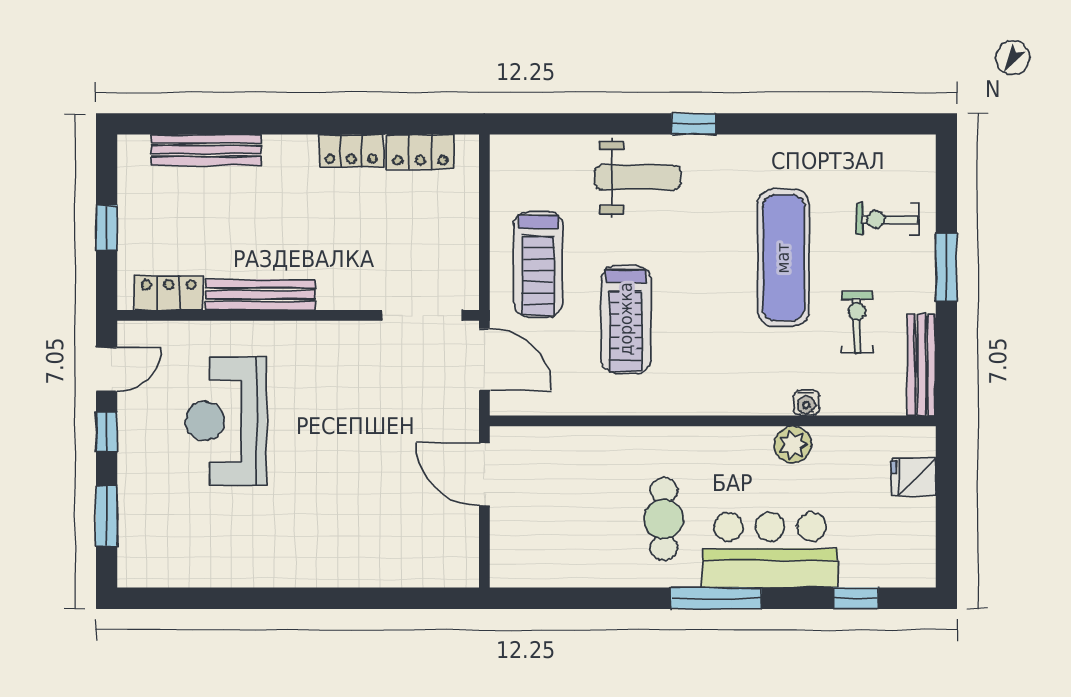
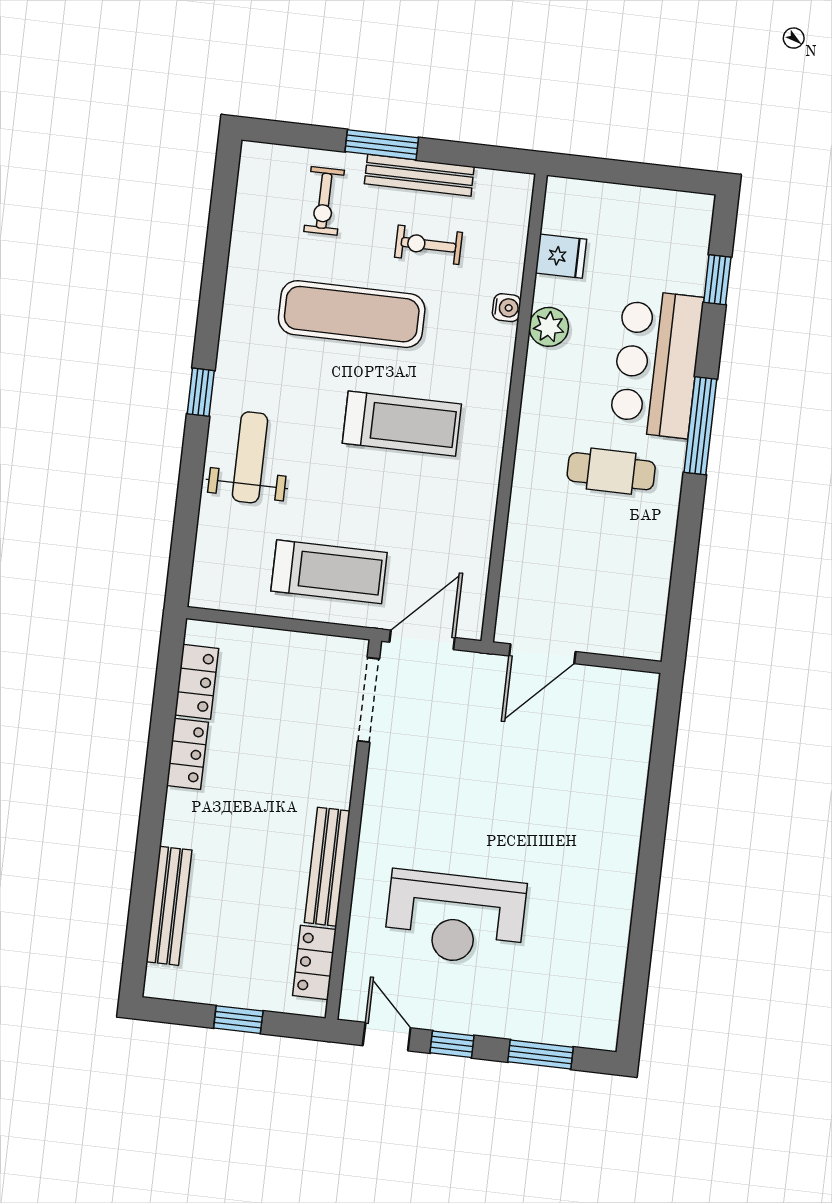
treadmill: (626, 319) -> (402, 424), moved
bench: (922, 365) -> (419, 175), moved
fridge: (913, 477) -> (561, 256), moved, turned -90

